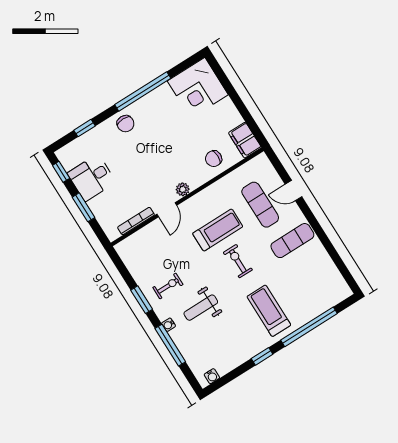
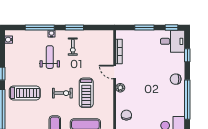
desk: (92, 178) -> (173, 41), moved, turned 90

